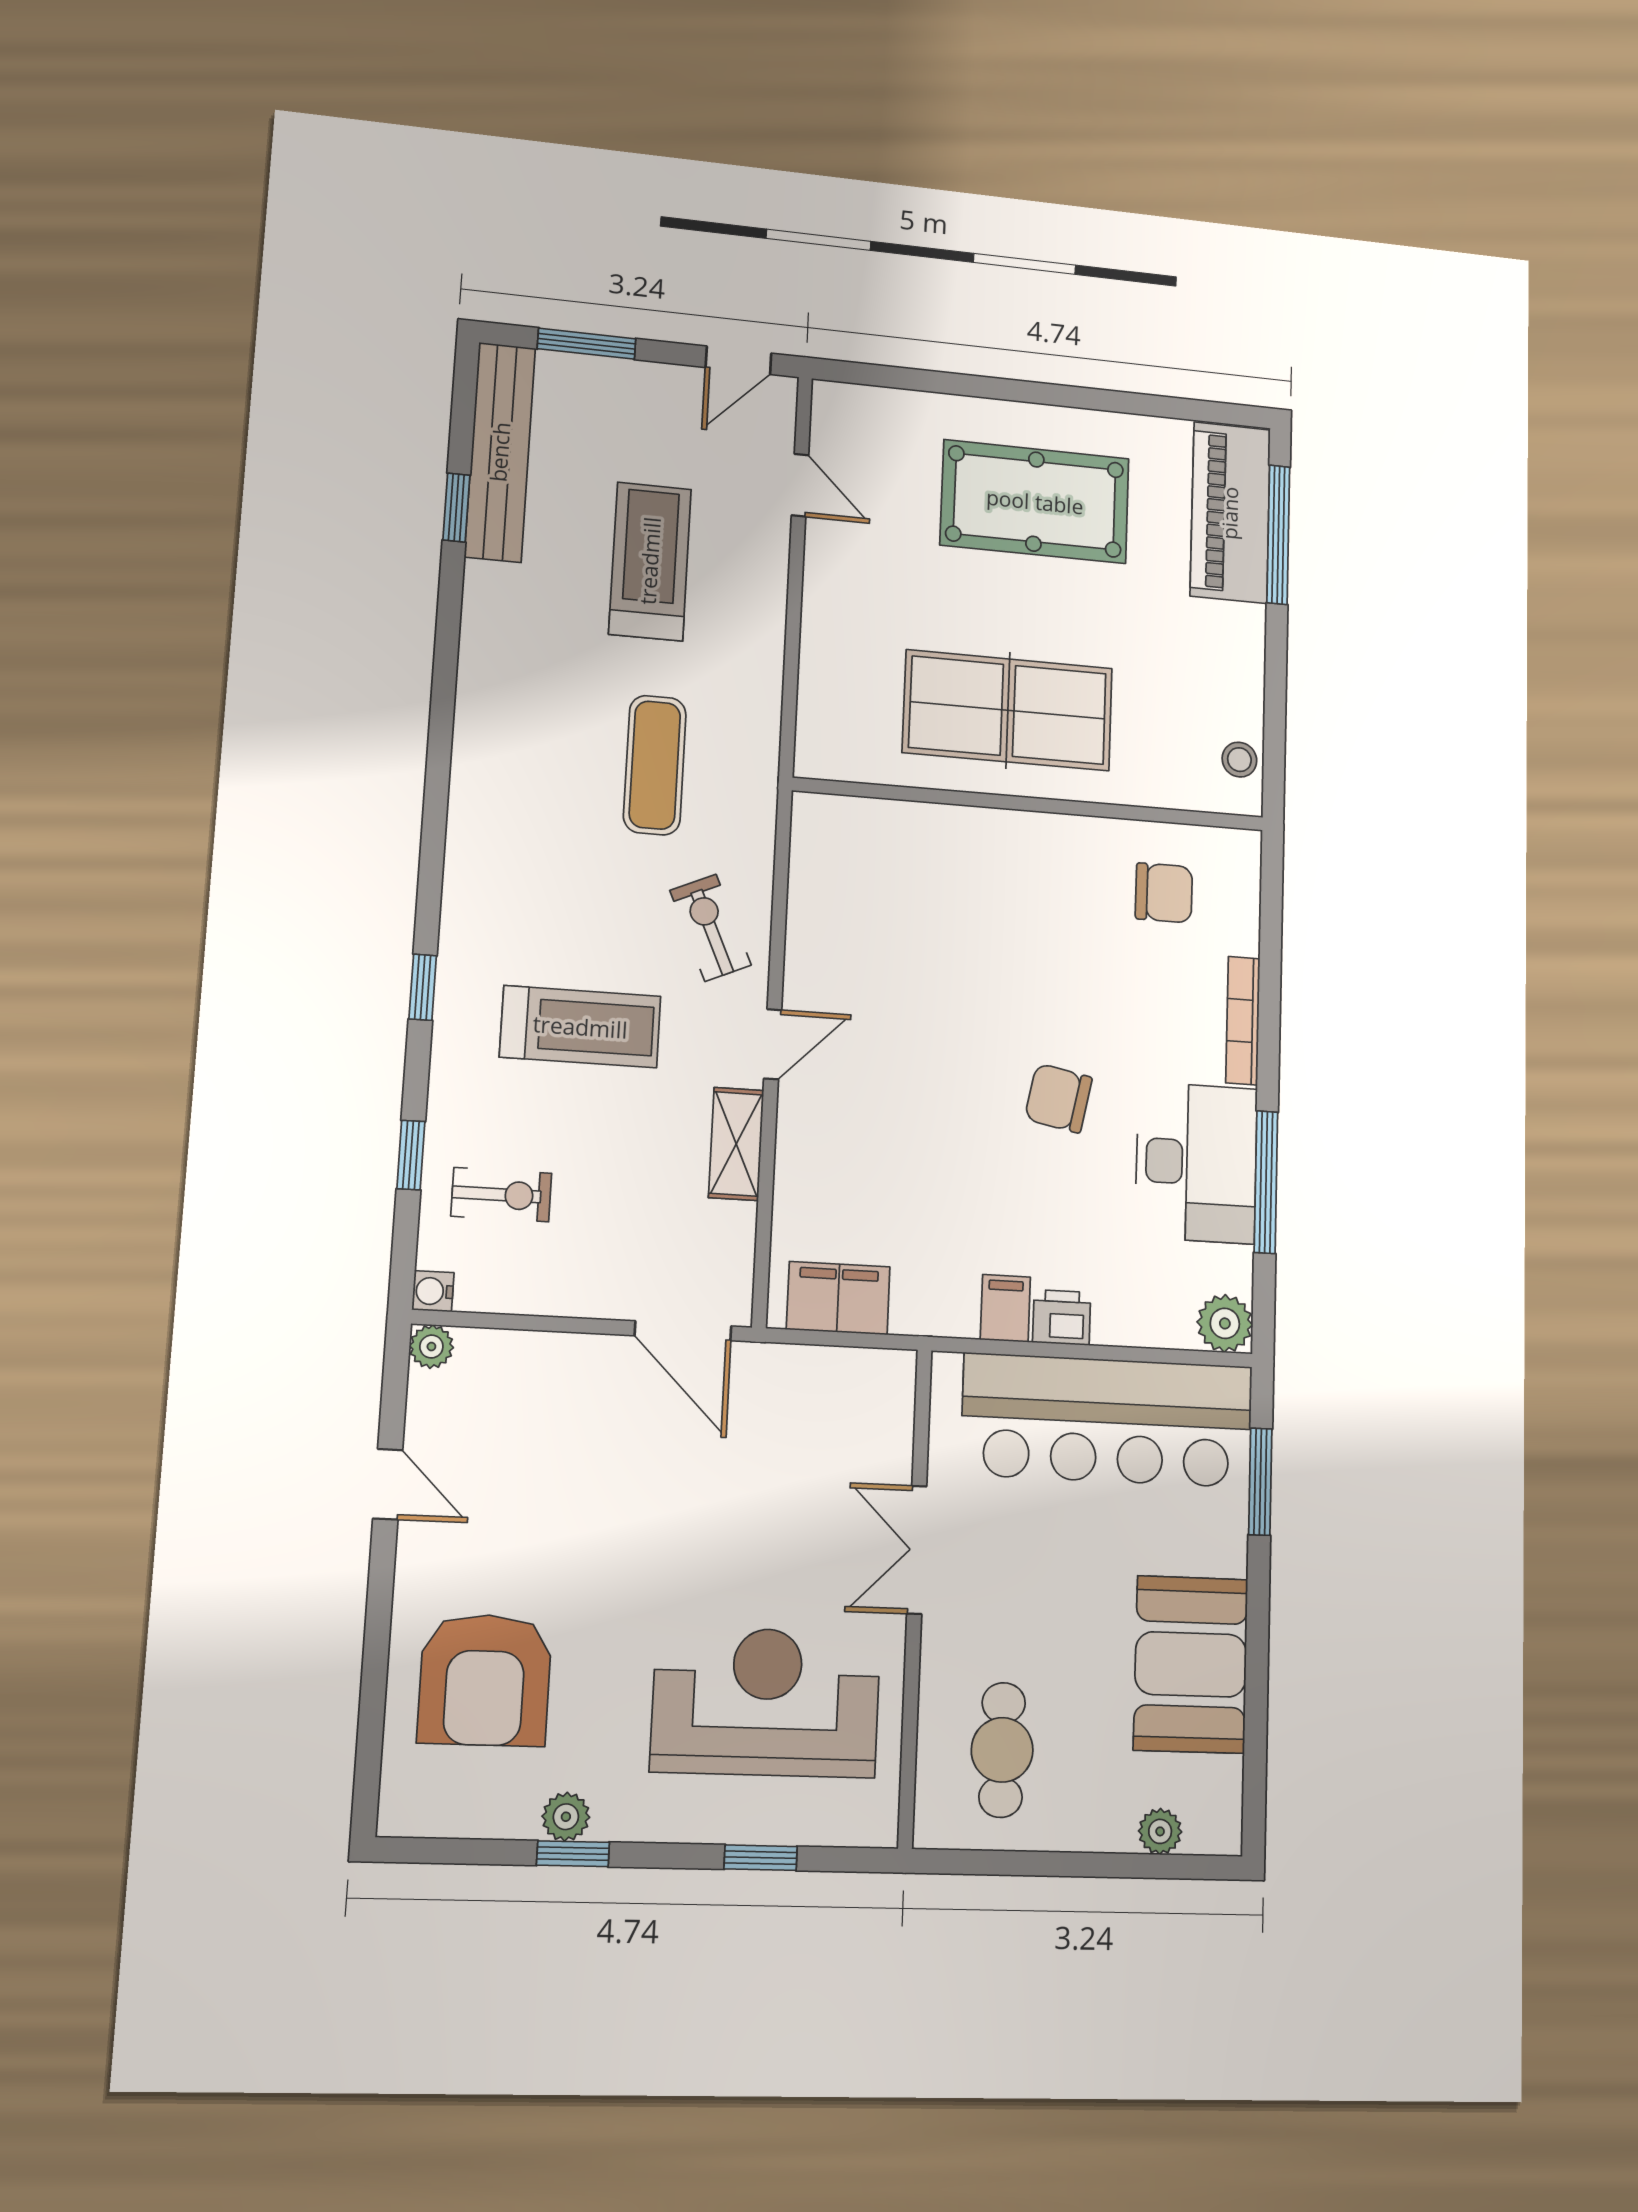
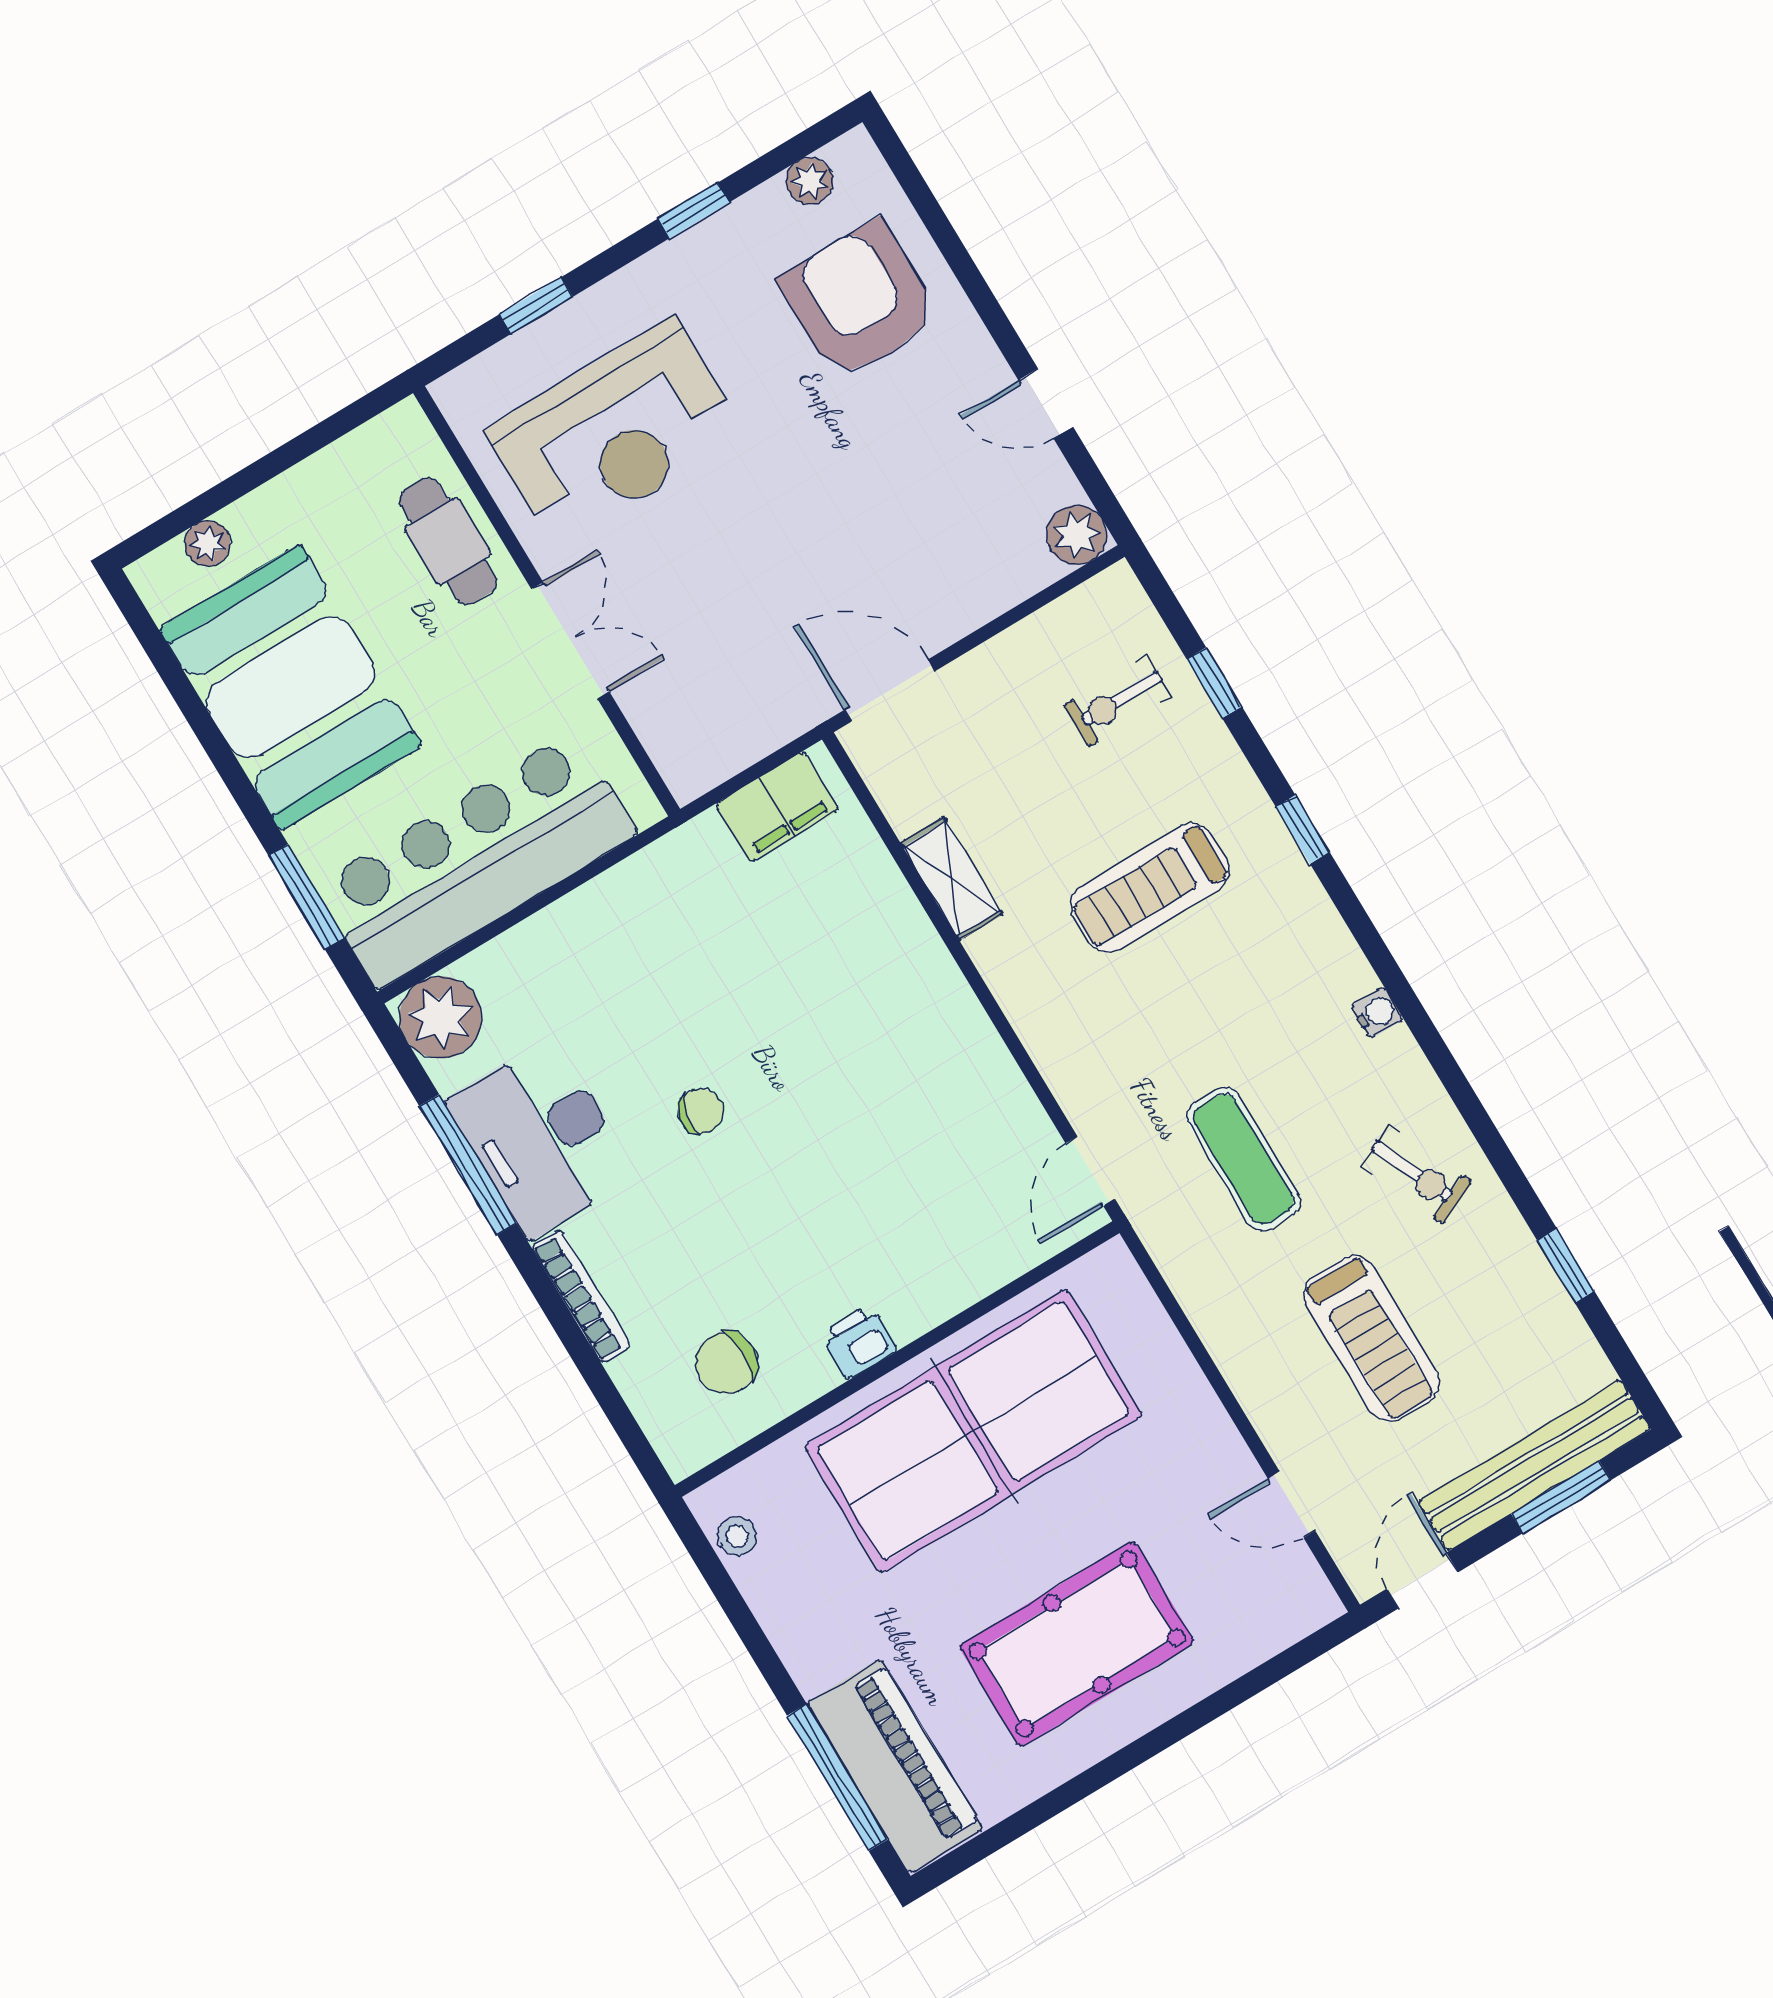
bench: (500, 452) -> (1534, 1465), moved, turned 90
table tennis table: (1008, 710) -> (973, 1431), width x1.36, depth x1.32
exercise bike: (710, 928) -> (1416, 1174), moved
door: (773, 1044) -> (1090, 1171), moved
chair: (1058, 1098) -> (701, 1111), width x0.73, depth x0.73
water cooler: (433, 1291) -> (1377, 1013), moved
filing cabinet: (1005, 1308) -> (628, 896), removed
printer: (1062, 1317) -> (859, 1342), moved, turned 180
plant: (1225, 1323) -> (441, 1017), width x1.36, depth x1.36
plant: (431, 1347) -> (1077, 535), width x1.38, depth x1.38
booth: (1191, 1664) -> (291, 687), width x1.36, depth x1.42
cafe table: (1002, 1750) -> (448, 541), moved
plant: (566, 1817) -> (810, 181), moved

